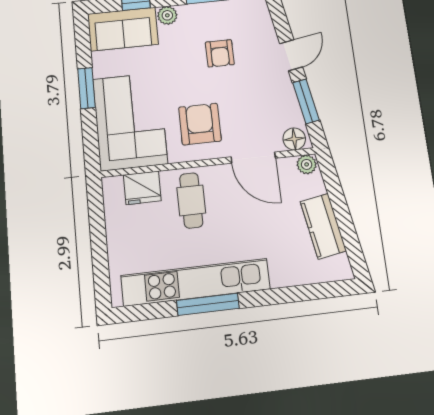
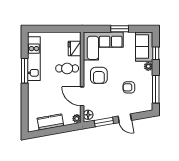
armchair: (200, 124) -> (99, 75), turned 90
door: (253, 158) -> (82, 96), hinge flipped
kitchen unit: (196, 282) -> (34, 59), width x0.73

